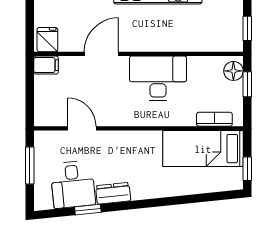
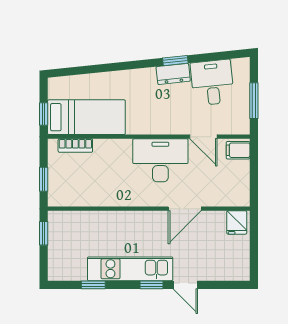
filing cabinet: (46, 65) -> (238, 150), moved
floor lamp: (233, 71) -> (57, 192), removed
desk: (158, 78) -> (160, 160), moved, turned 180
window: (247, 169) -> (44, 114), moved
window: (88, 210) -> (175, 61), moved

